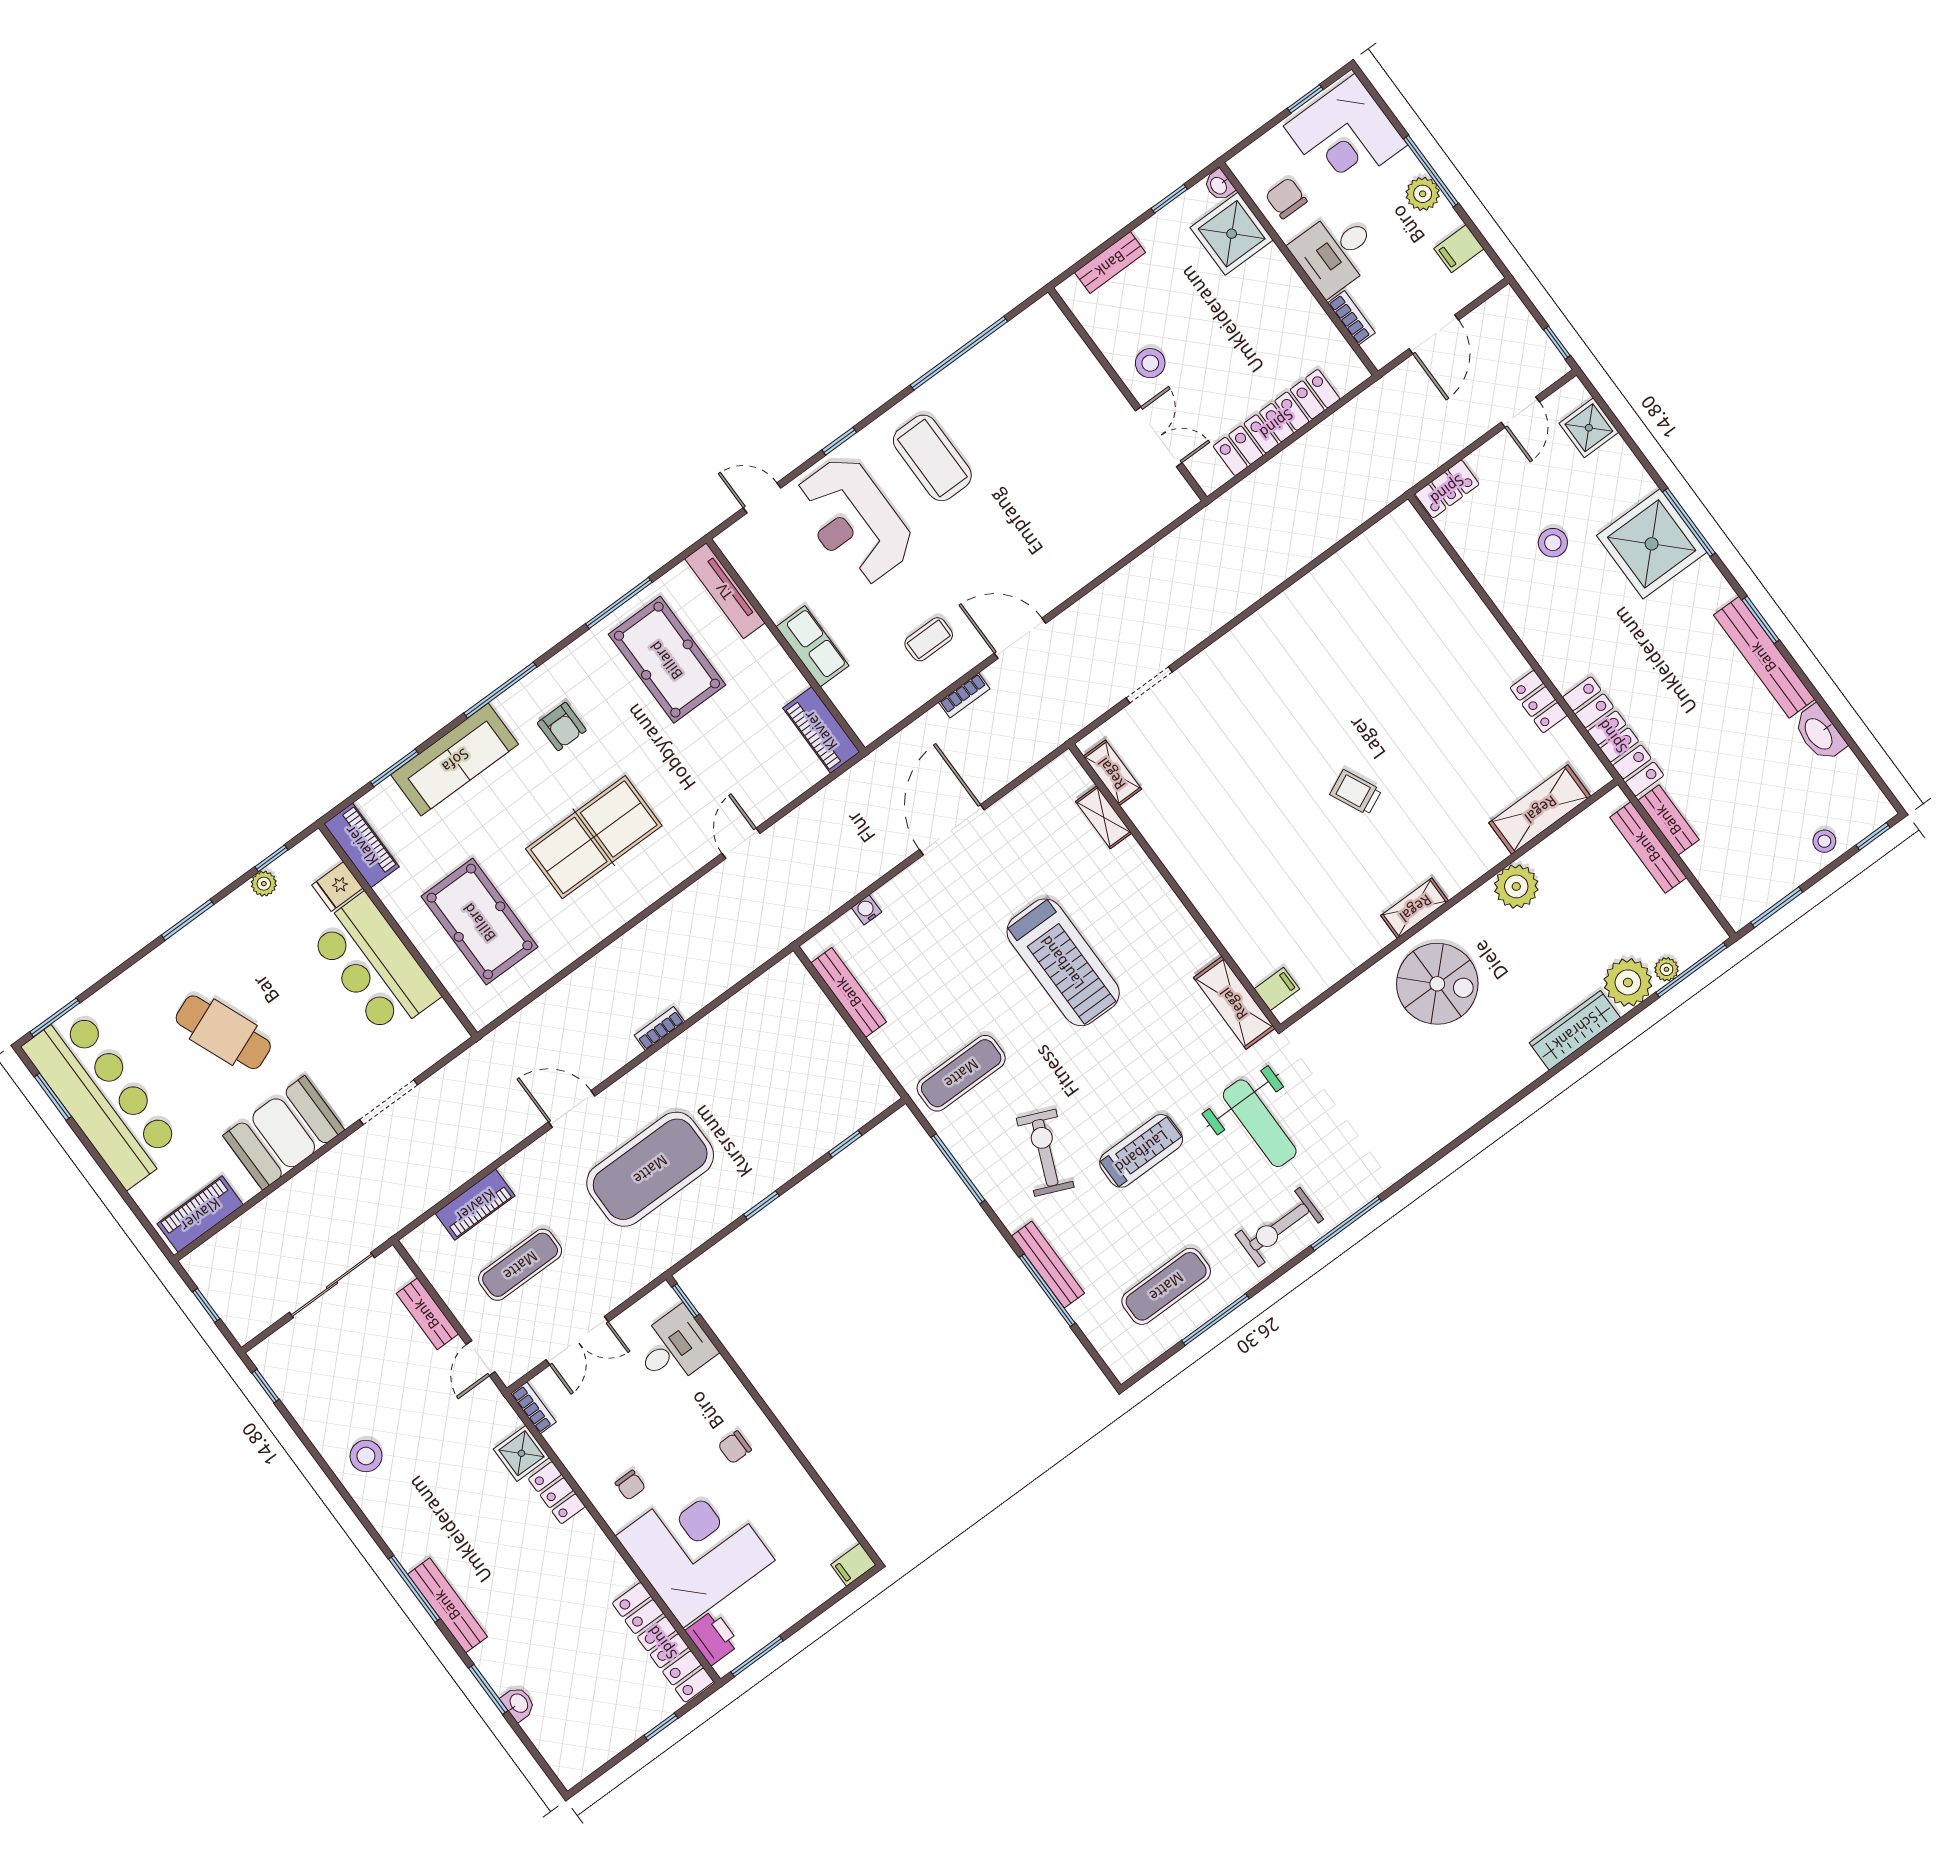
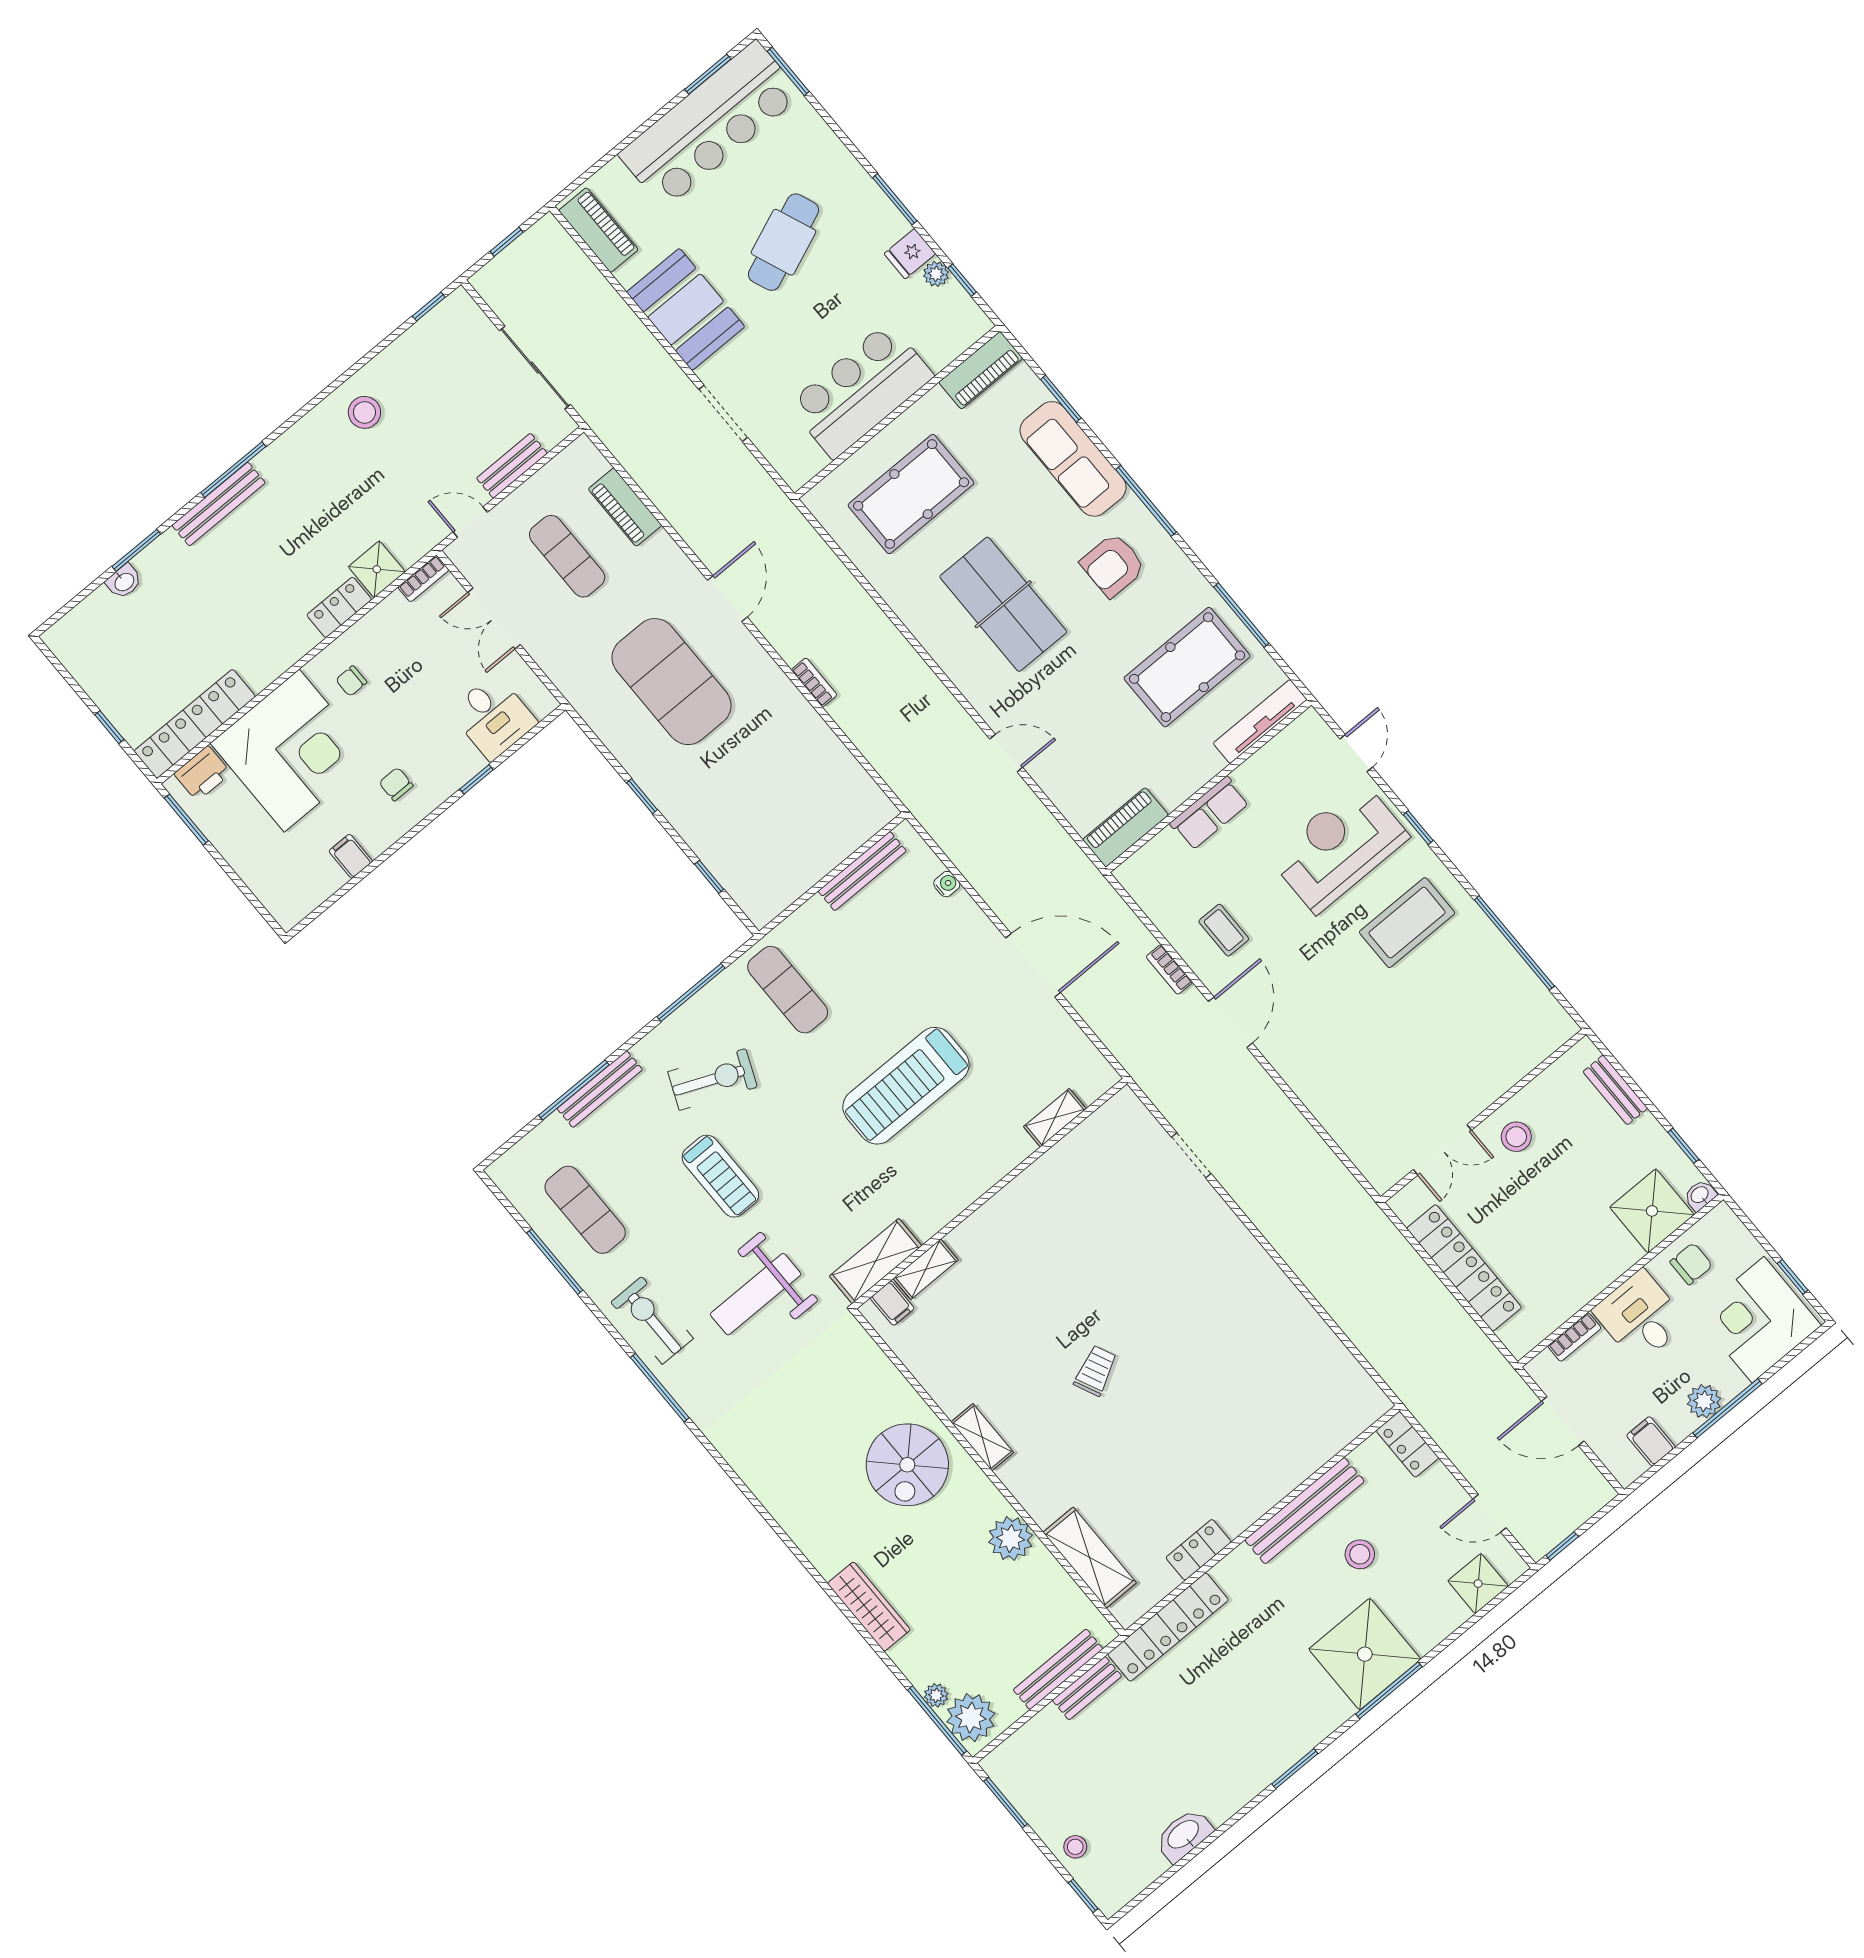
bench: (1764, 657) -> (1305, 1511), moved
armchair: (562, 727) -> (1113, 565), width x1.38, depth x1.38
shelving: (1112, 773) -> (926, 1269), moved
fridge: (337, 887) -> (910, 254), moved, turned -90
plant: (1628, 982) -> (971, 1718), moved
window: (686, 1301) -> (477, 779), moved
filing cabinet: (853, 1565) -> (351, 856), moved

